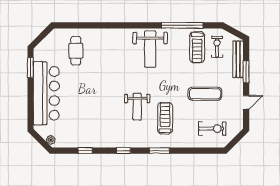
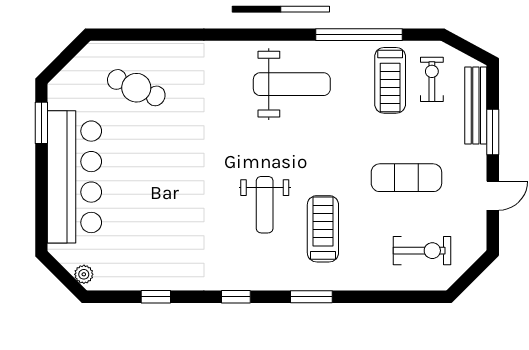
weight bench: (150, 49) -> (292, 84), turned -90
cafe table: (76, 51) -> (136, 88), turned -67

